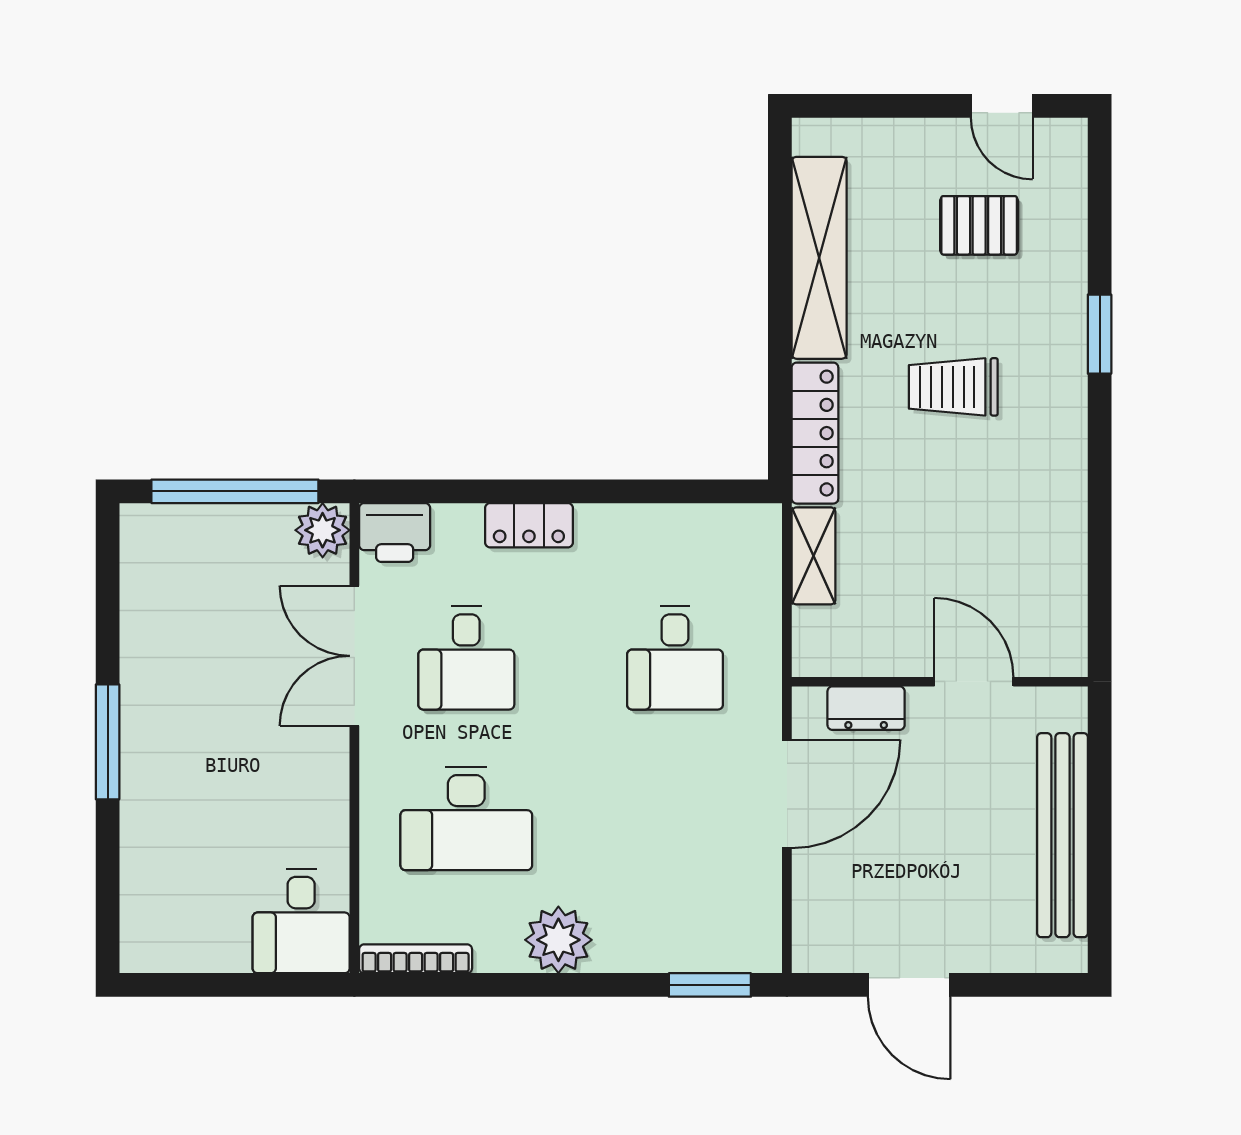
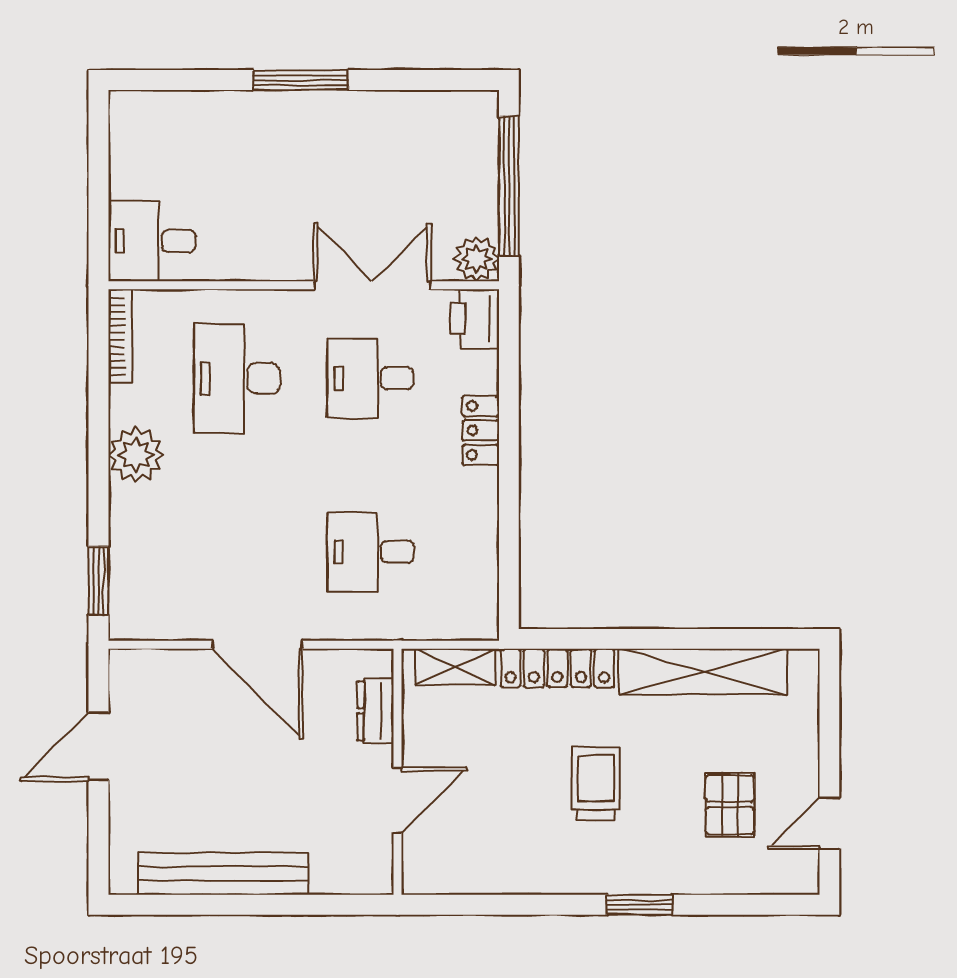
wall: (940, 682) -> (398, 772), moved
door: (974, 682) -> (398, 800), moved
dresser: (866, 708) -> (376, 711), moved

